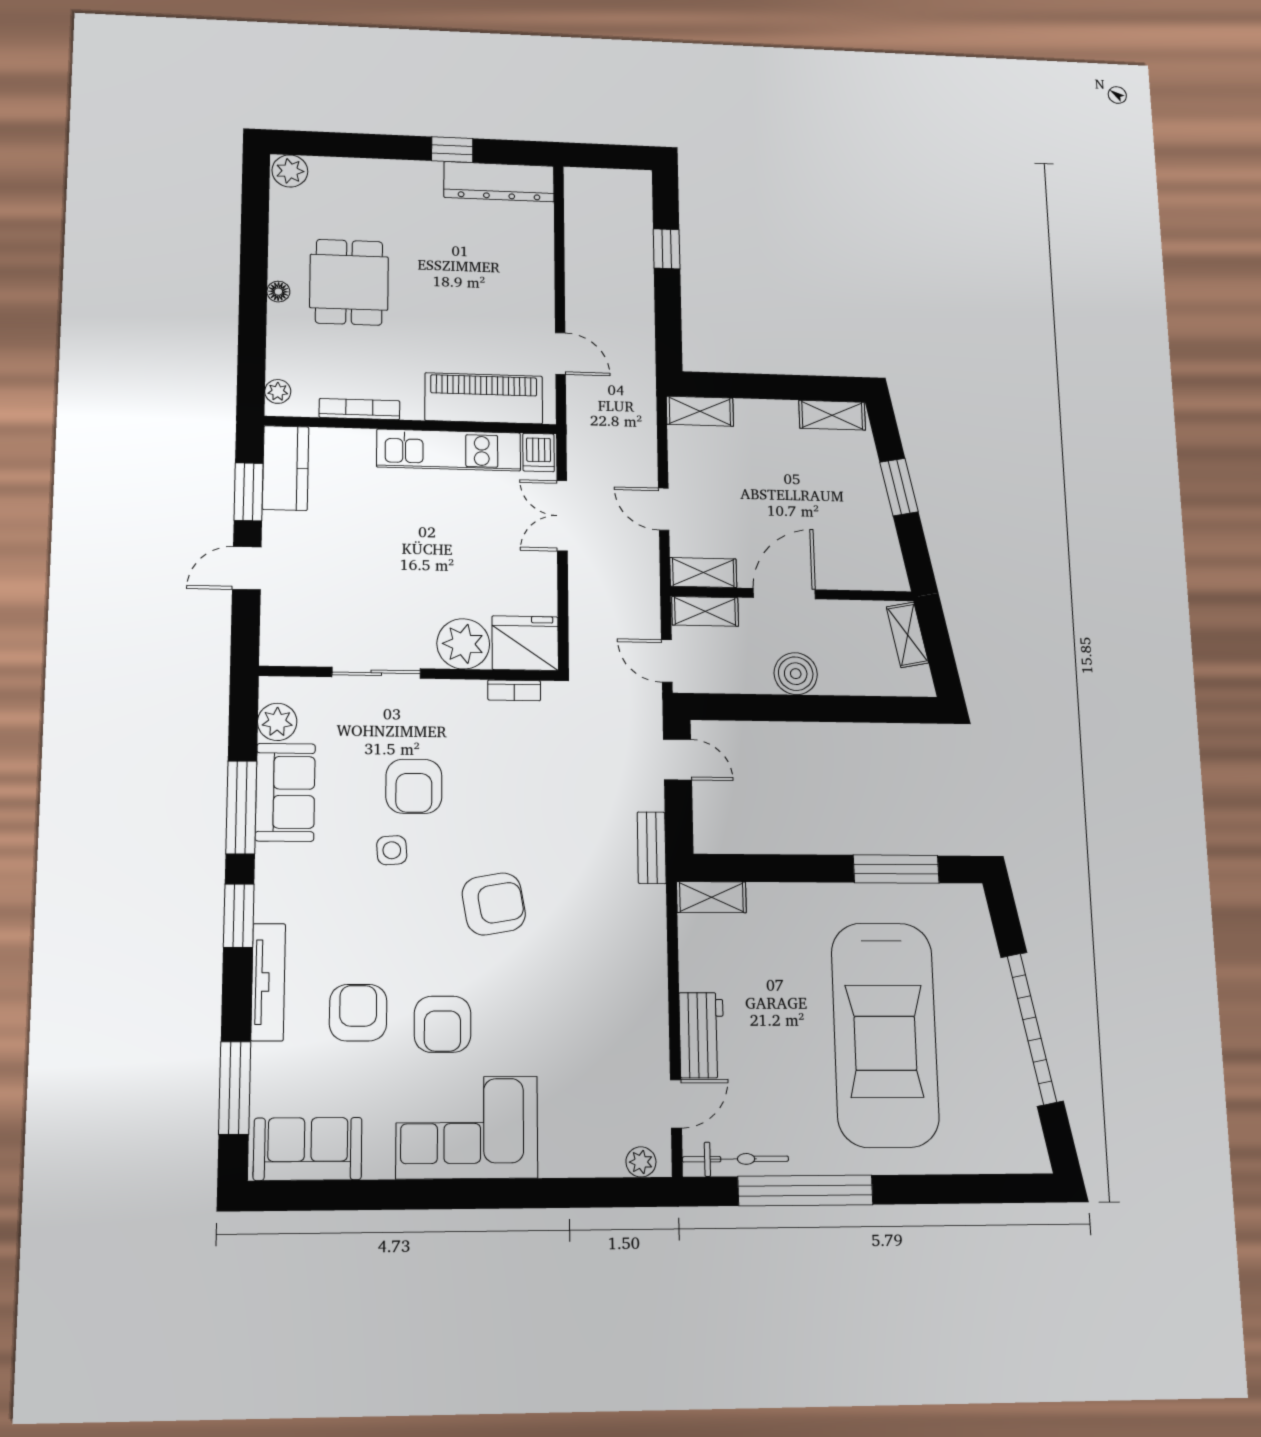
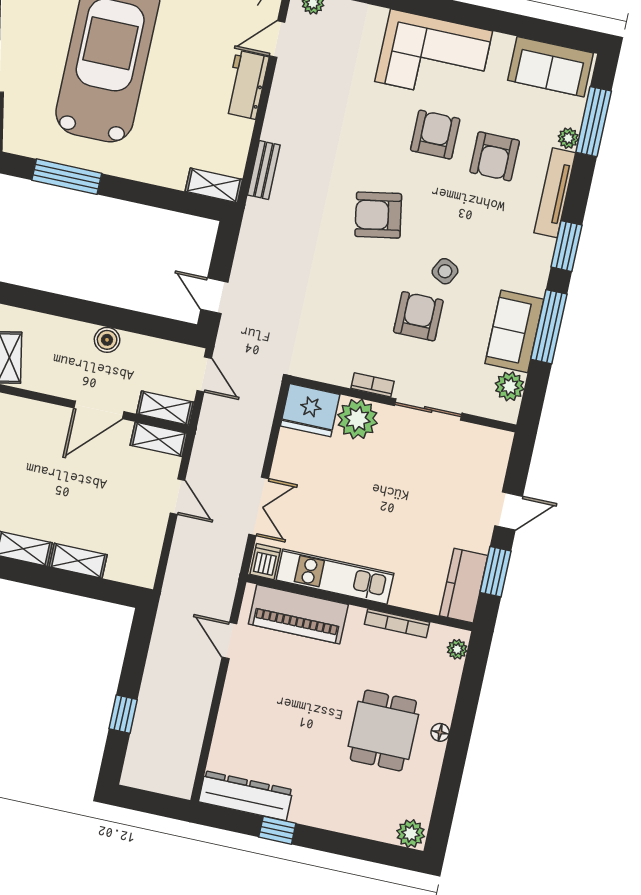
shelving: (700, 411) -> (78, 561), moved
boiler: (796, 674) -> (107, 340), width x0.73, depth x0.73
bookcase: (514, 690) -> (372, 385), moved
bench: (652, 848) -> (264, 170), moved
side table: (392, 850) -> (445, 271), turned 31
plant: (265, 1058) -> (568, 138), added

